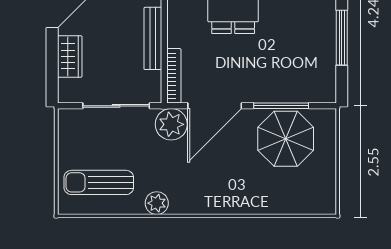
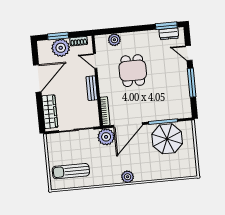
bench: (153, 38) -> (92, 88), width x0.73
wardrobe: (70, 56) -> (50, 112), width x1.50
plant: (157, 203) -> (128, 177), moved

